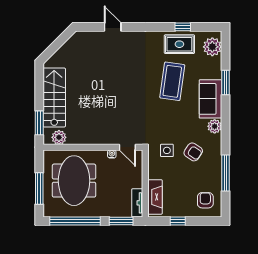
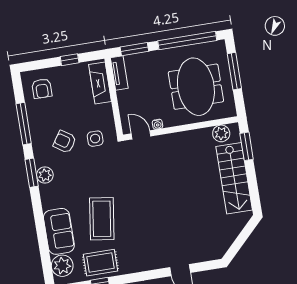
window: (226, 82) -> (32, 173), moved
sofa: (210, 99) -> (59, 231), moved

